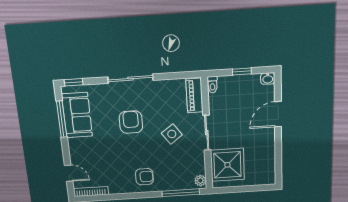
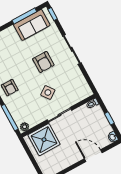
piano: (194, 96) -> (80, 95), removed
armchair: (131, 122) -> (43, 62), turned 90

